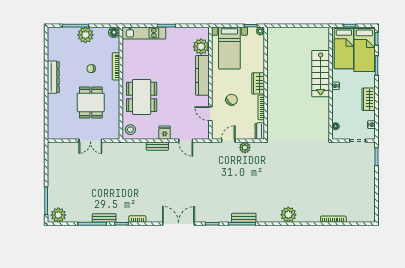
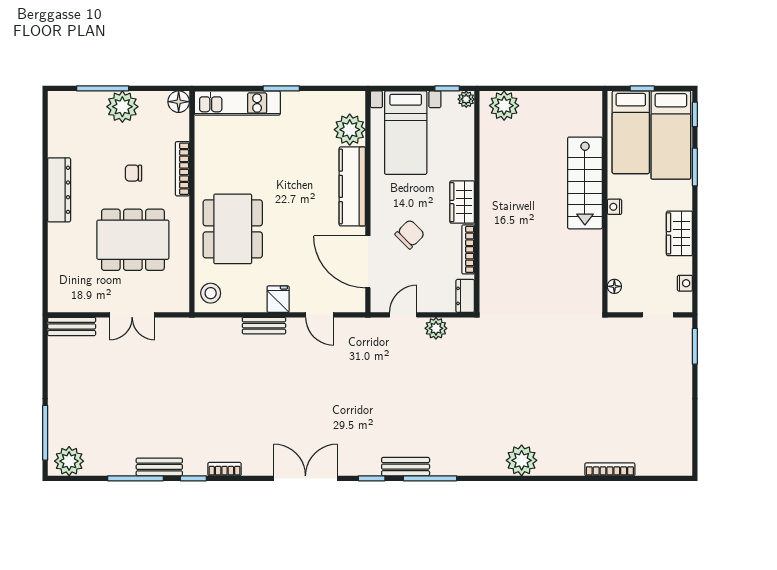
plant: (279, 34) -> (504, 106), added
dining table: (91, 102) -> (133, 240), width x1.38
door: (210, 114) -> (368, 262), width x1.87
bench: (60, 147) -> (72, 326), added
bench: (244, 218) -> (406, 467), moved

